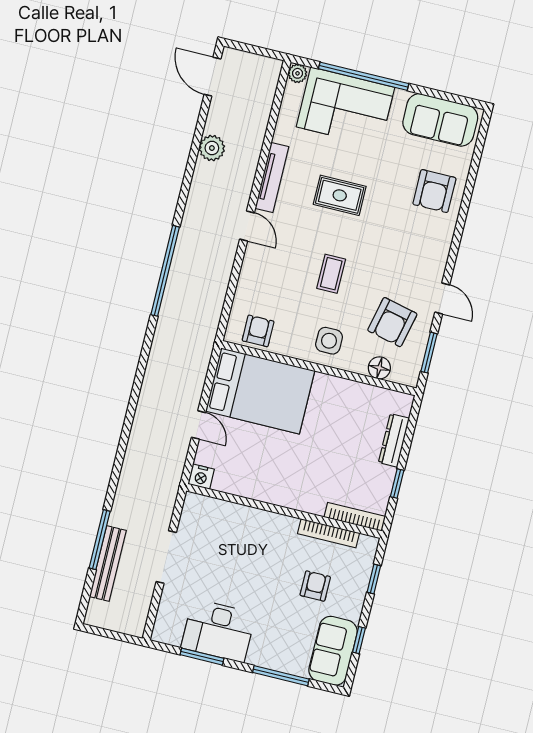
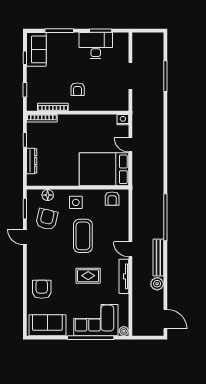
coffee table: (331, 274) -> (83, 236), width x1.86, depth x1.72
bench: (108, 564) -> (158, 258), moved
armchair: (315, 586) -> (78, 89), moved

